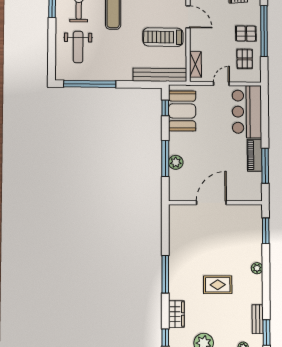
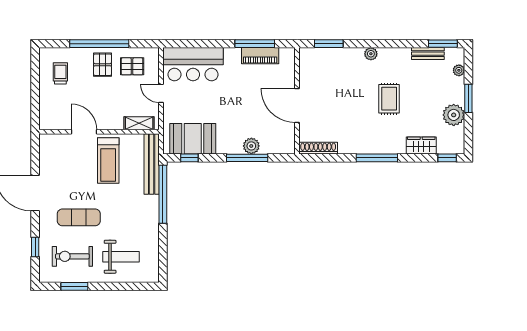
door: (188, 17) -> (84, 132), hinge flipped
window: (90, 84) -> (163, 194), moved
piano: (255, 155) -> (260, 56), moved
shoe rack: (174, 222) -> (318, 148), added

